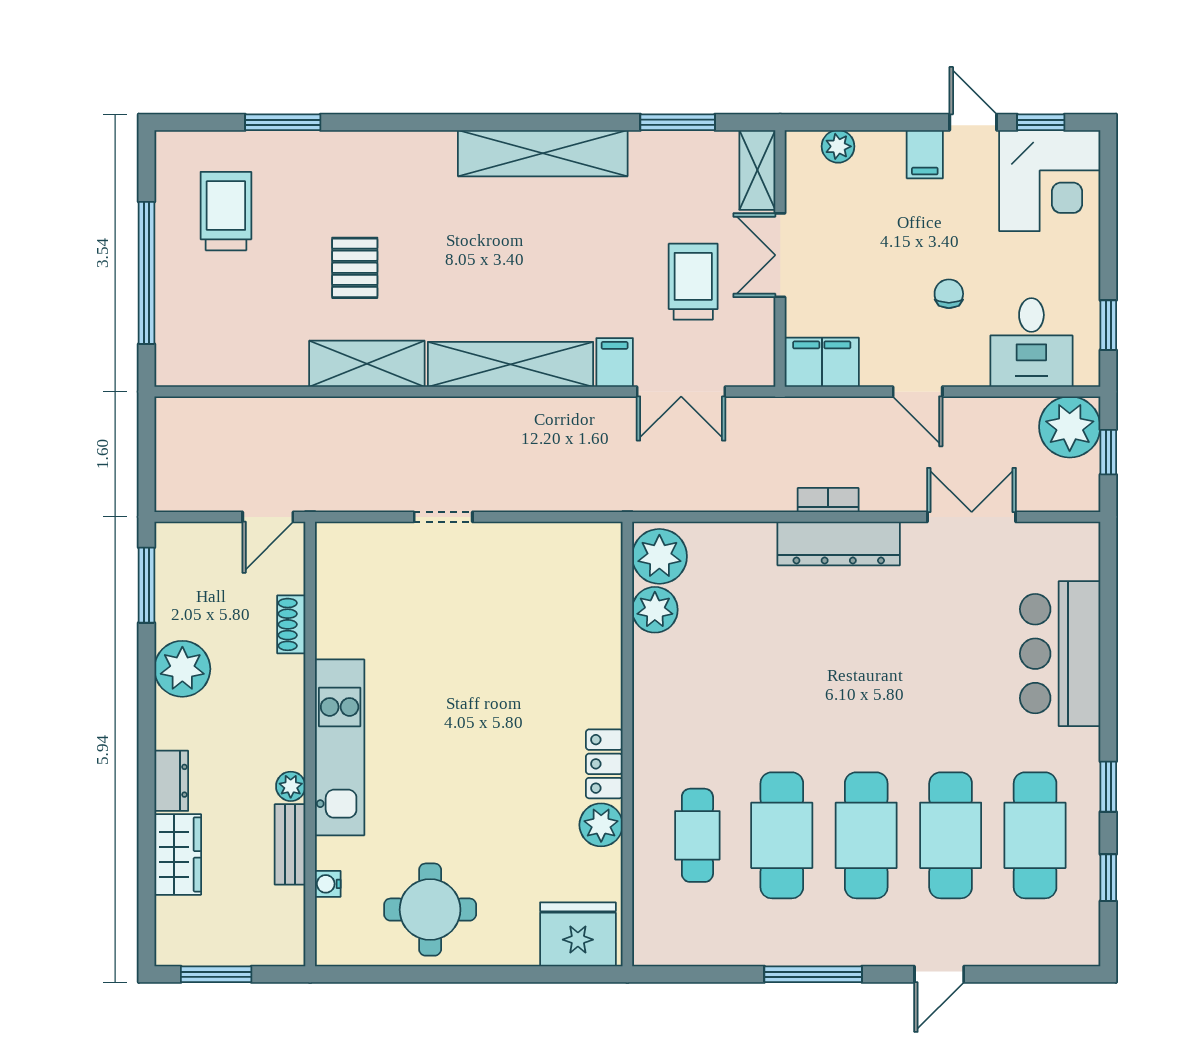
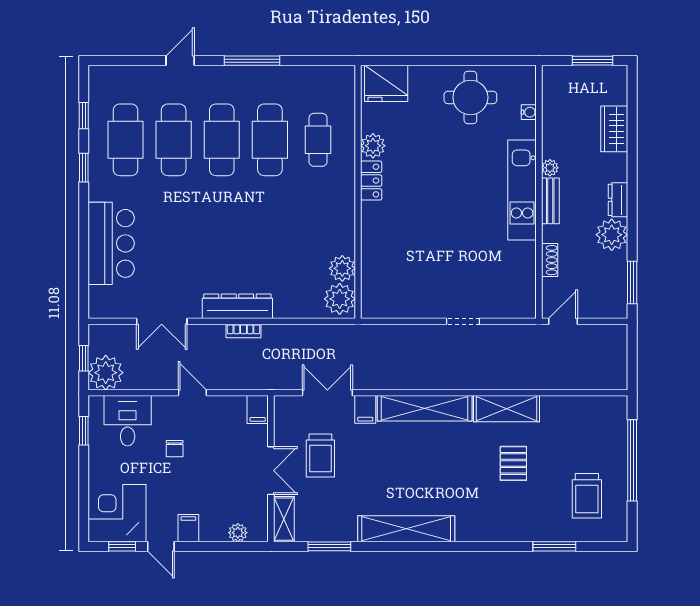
filing cabinet: (822, 362) -> (258, 410), width x0.50
dresser: (171, 781) -> (618, 200), moved
bench: (290, 844) -> (550, 201), moved

